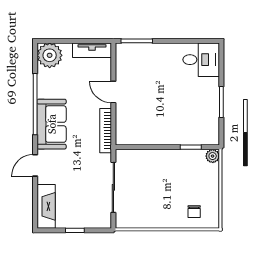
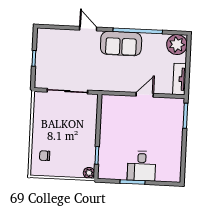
desk: (201, 60) -> (142, 166), moved
bookcase: (106, 131) -> (114, 87), removed
fireplace: (46, 206) -> (55, 36), removed

